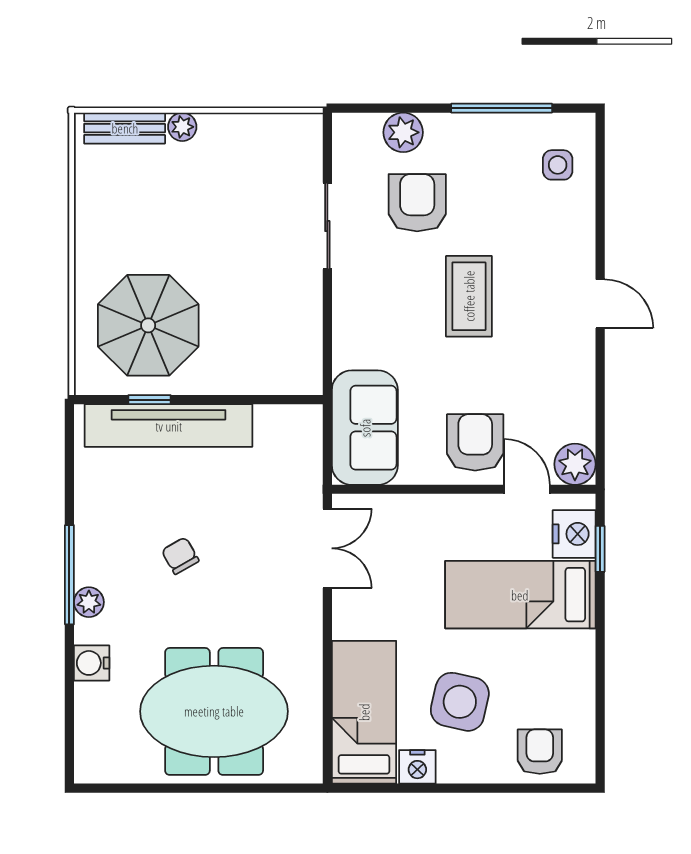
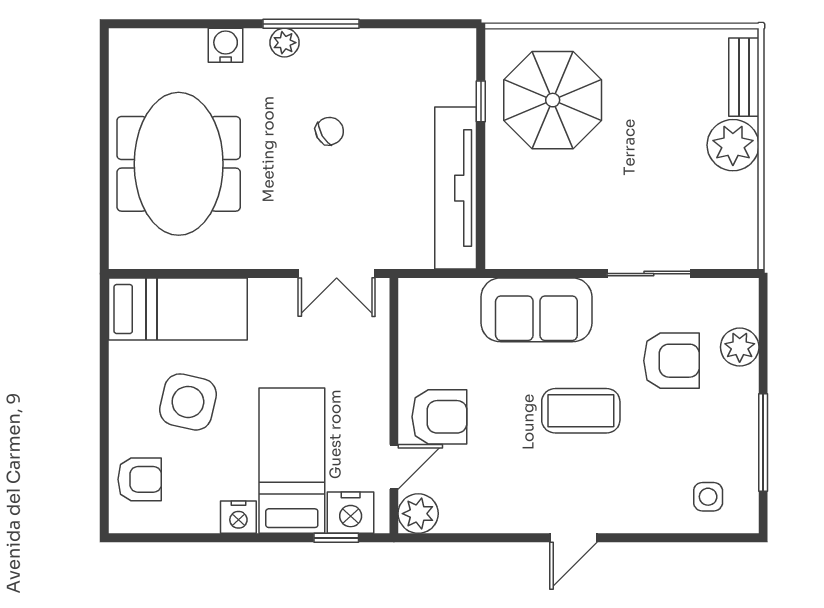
plant: (182, 127) -> (733, 145), width x1.88, depth x1.88
tv unit: (169, 426) -> (456, 188), moved
sofa: (365, 428) -> (536, 310), moved
nightstand: (417, 767) -> (238, 517), moved, turned -90

